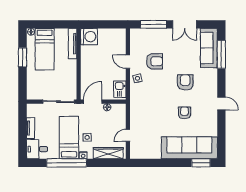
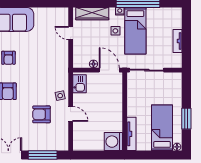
door: (93, 102) -> (109, 70), swing flipped
door: (128, 135) -> (71, 33), swing flipped
desk: (37, 149) -> (170, 18), removed

